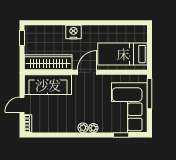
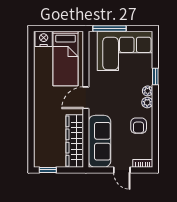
nightstand: (74, 32) -> (44, 39), moved, turned 90
door: (87, 72) -> (86, 98), hinge flipped
armchair: (62, 120) -> (139, 126), added
window: (121, 135) -> (155, 76), moved

